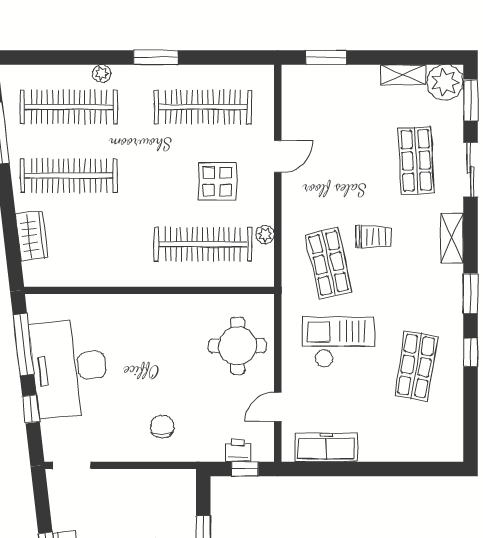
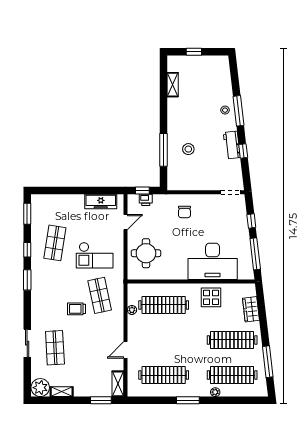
window: (471, 100) -> (27, 214), moved
display table: (217, 181) -> (211, 297), moved
shelving: (452, 238) -> (118, 384), moved
desk: (70, 368) -> (213, 261), moved, turned 97

